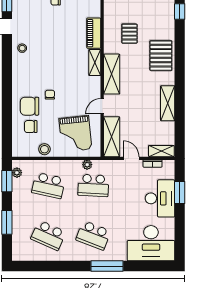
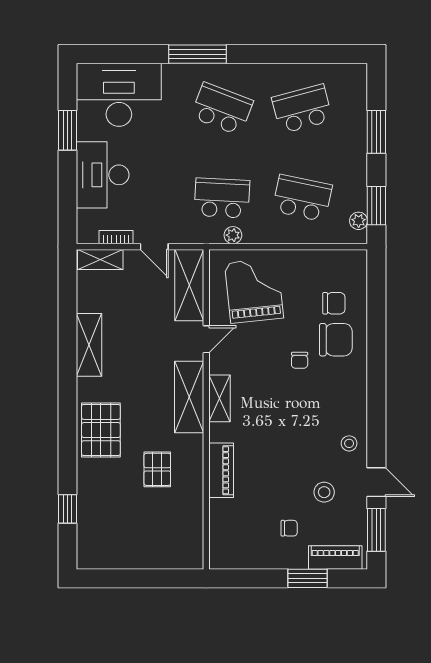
shelving: (95, 63) -> (219, 398), moved
stool: (44, 149) -> (324, 492), moved
window: (180, 192) -> (68, 130), moved
school desk: (48, 235) -> (302, 109), turned -39

